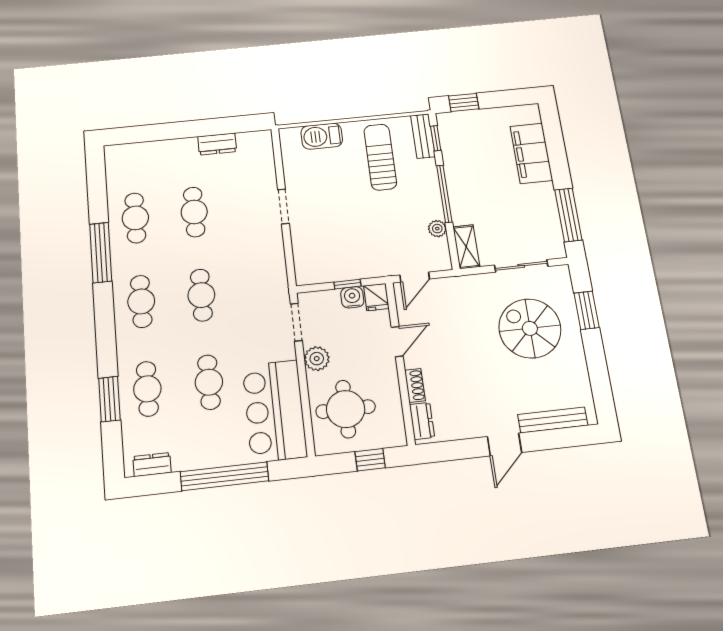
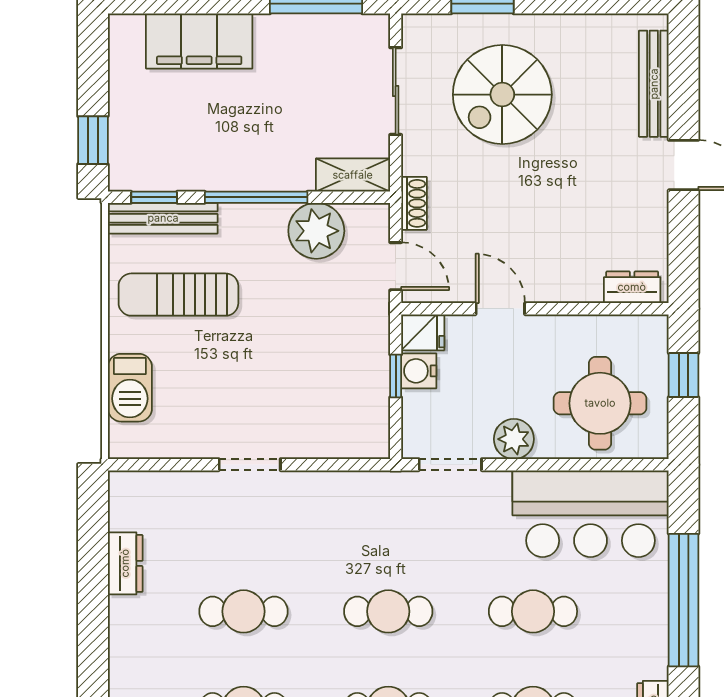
bench: (423, 136) -> (163, 218), width x1.36
plant: (437, 229) -> (316, 231), width x1.87, depth x1.87
shoe rack: (415, 385) -> (414, 203), moved, turned 90

